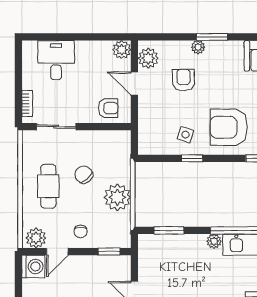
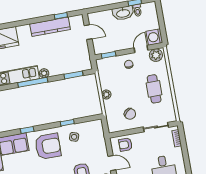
chair: (84, 175) -> (130, 114), moved
plant: (117, 197) -> (106, 94), width x0.53, depth x0.53

